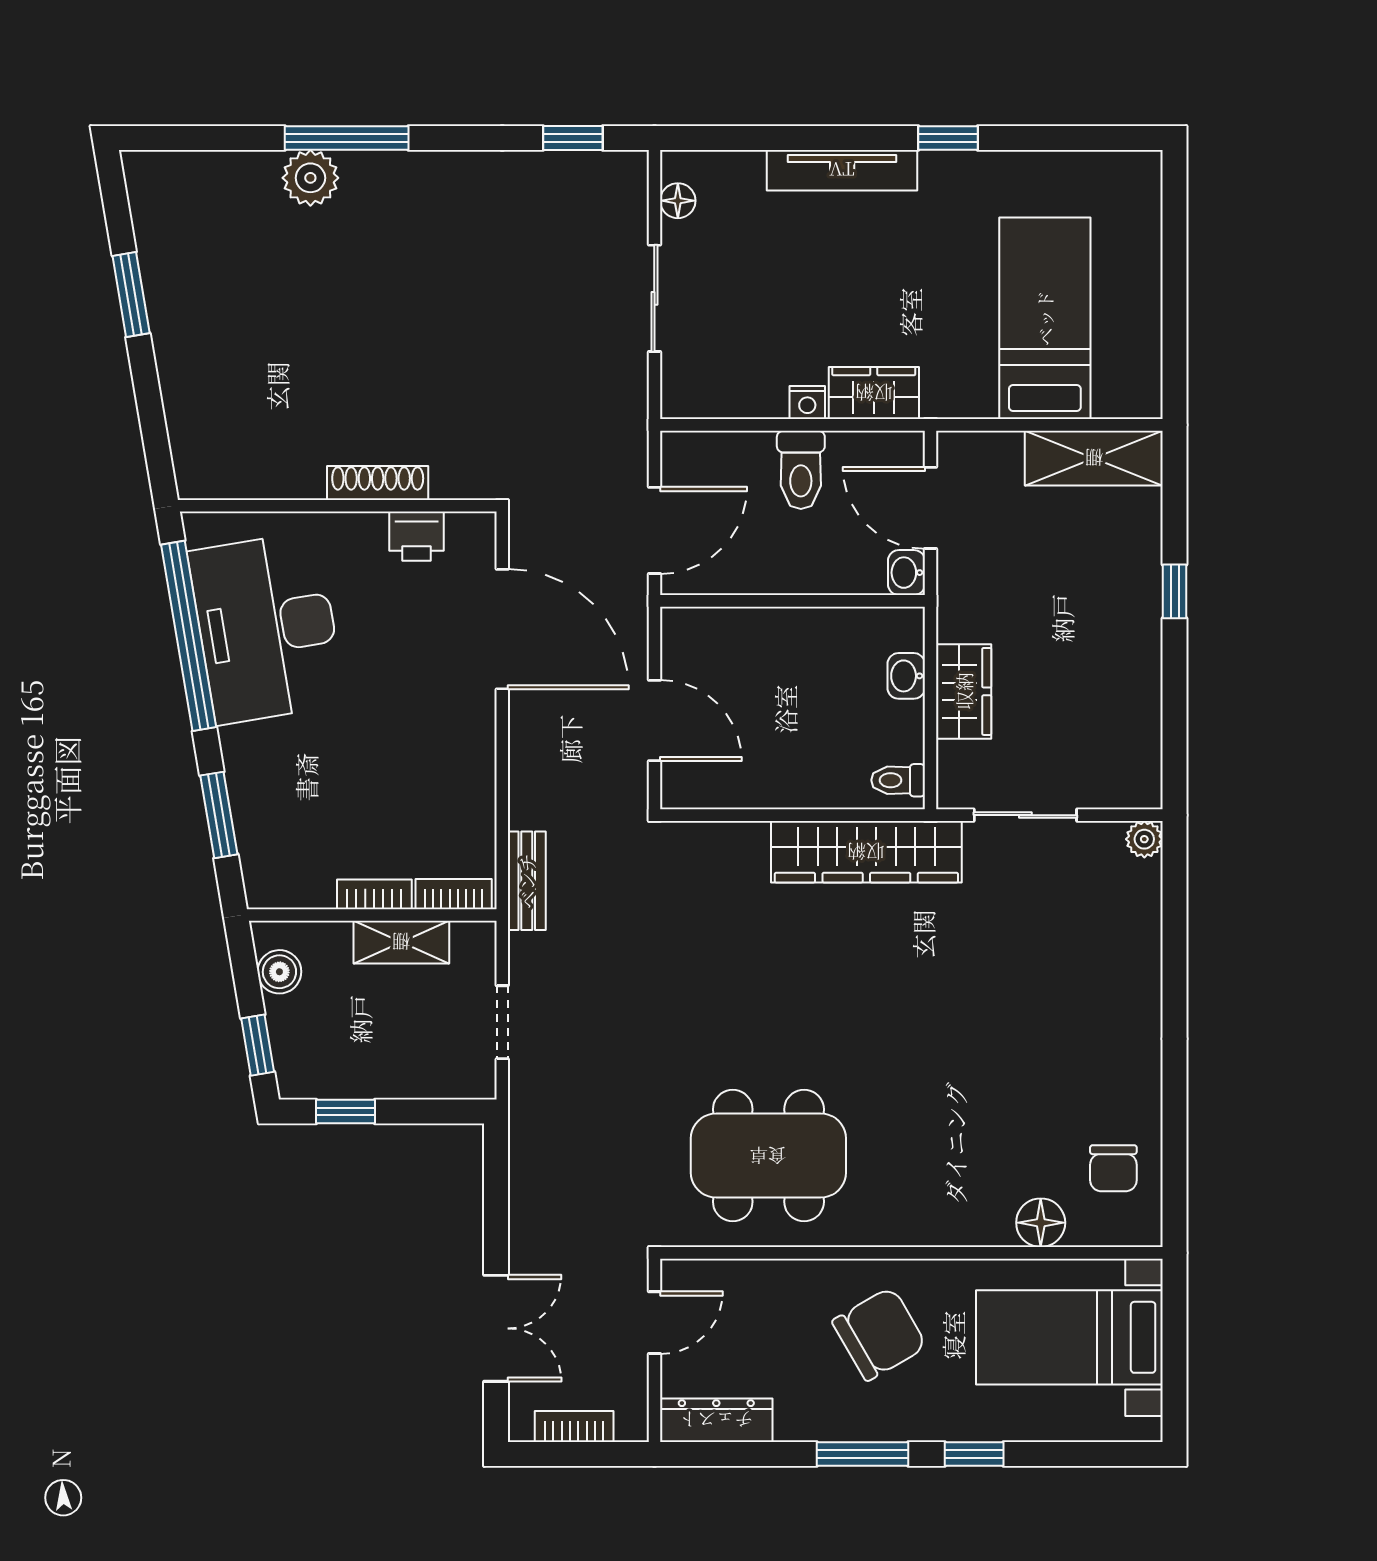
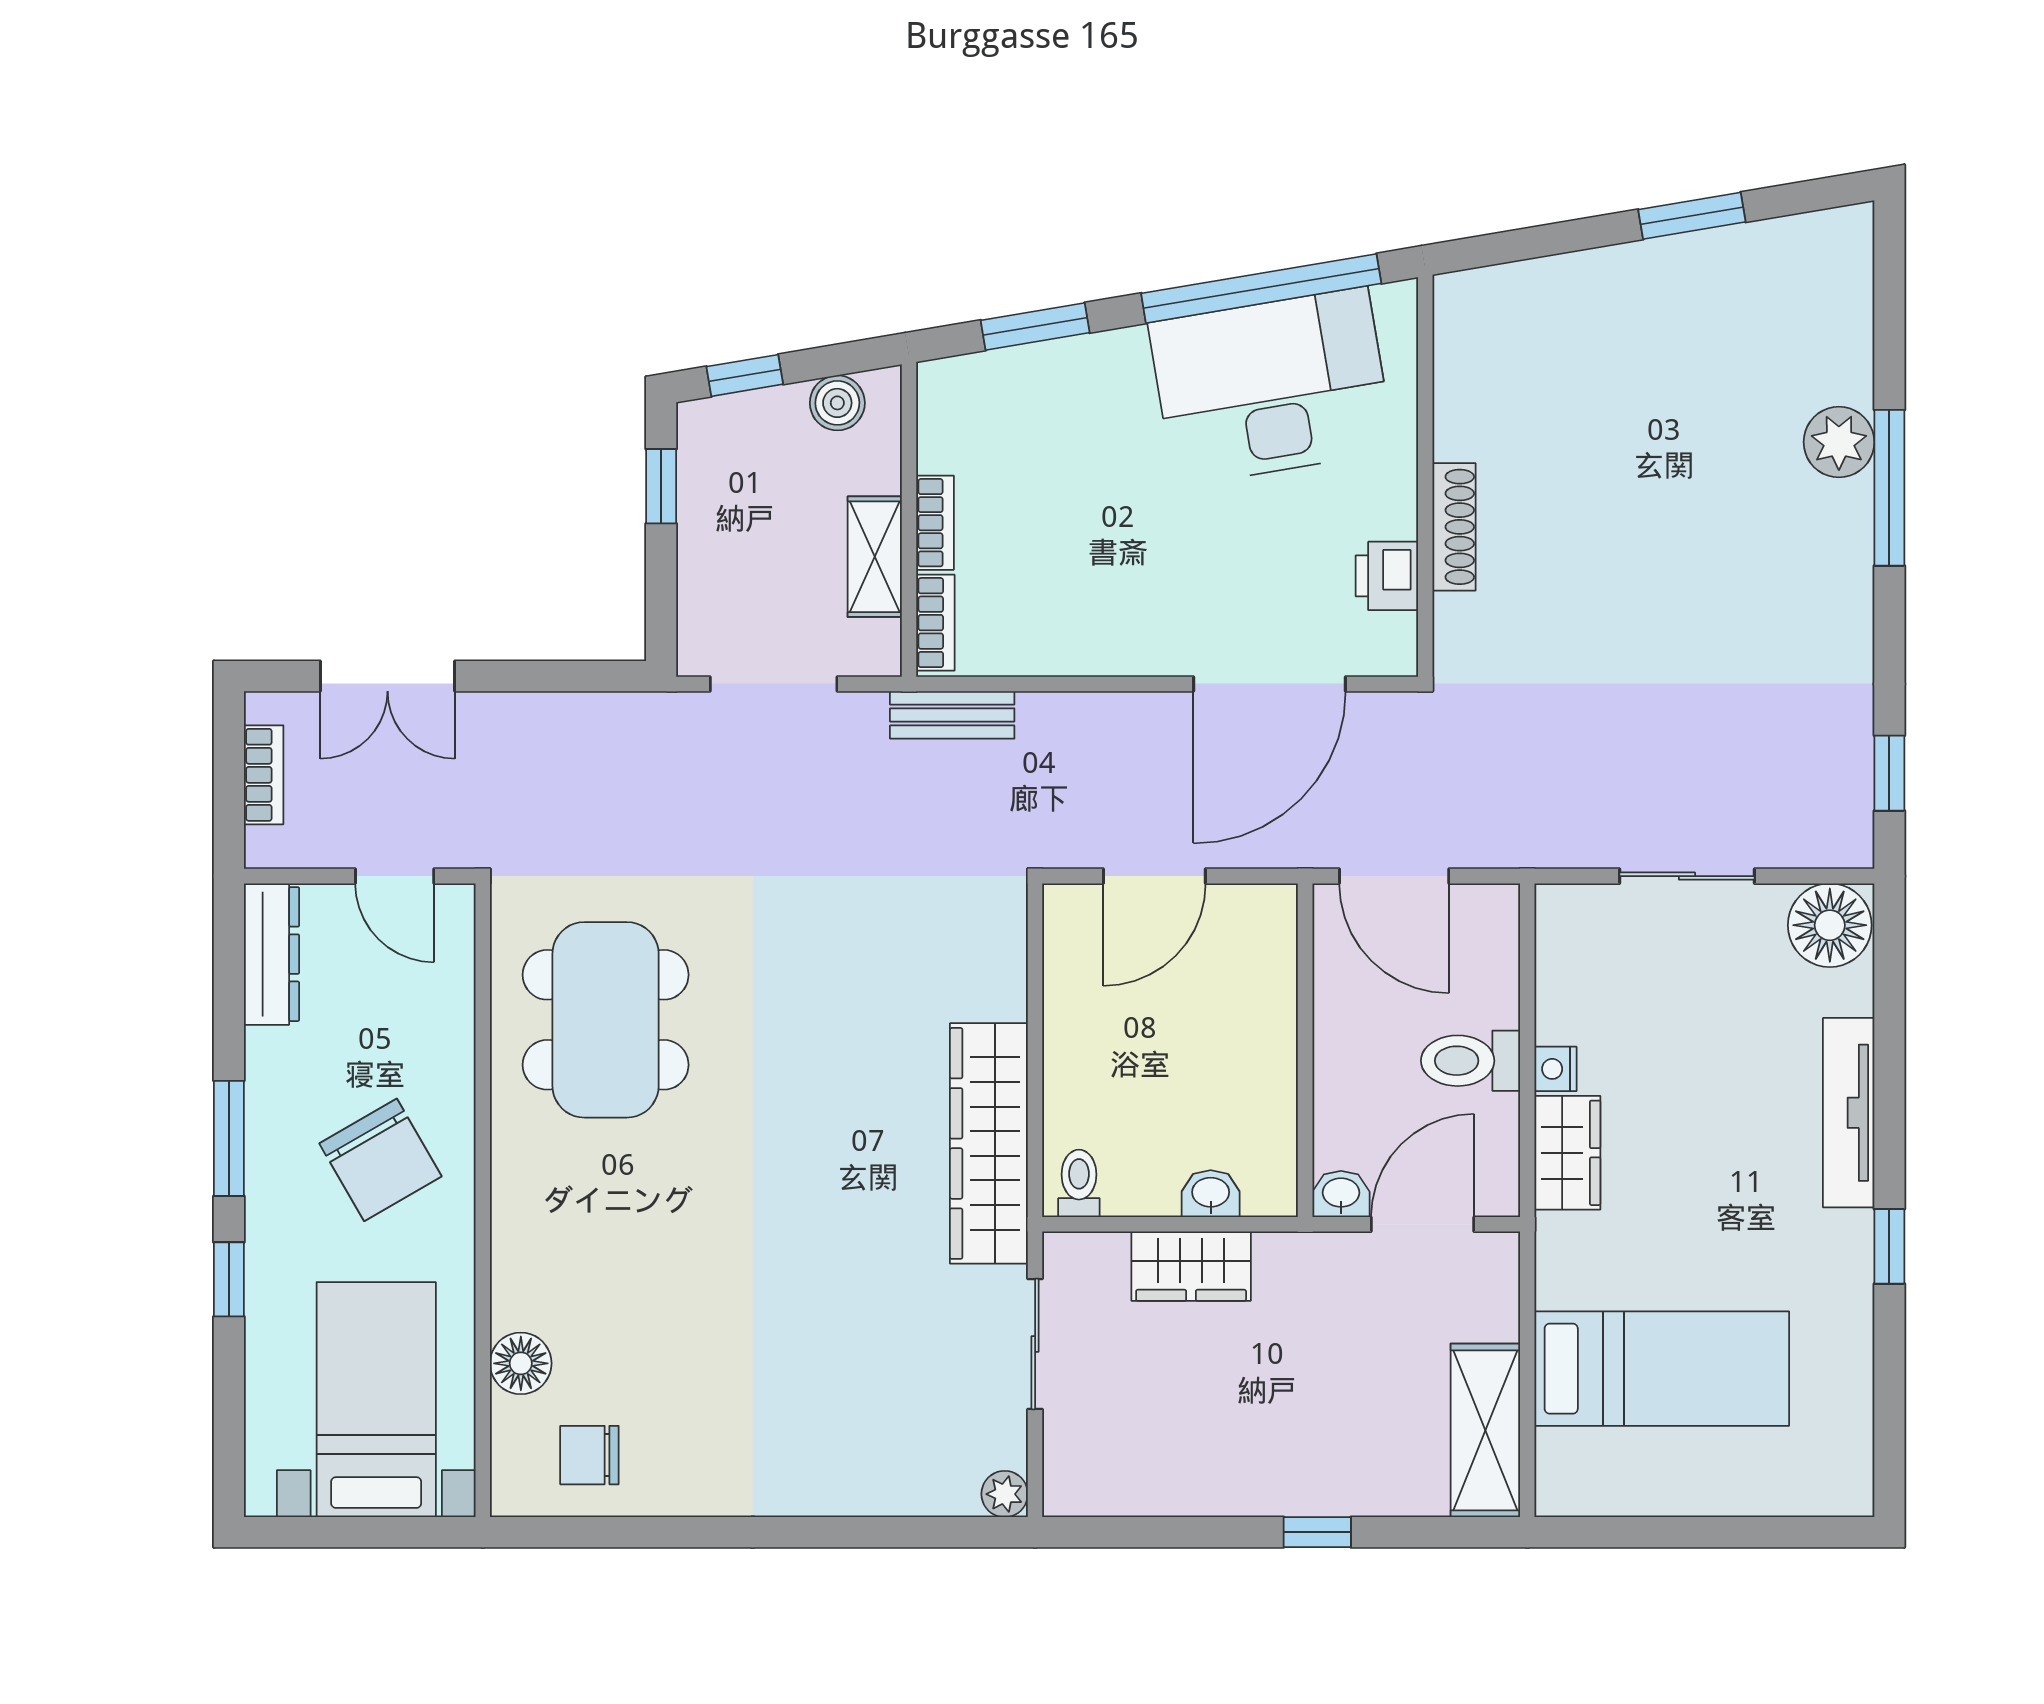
floor lamp: (678, 201) -> (1830, 925), width x1.89, depth x1.89
doorway: (502, 1022) -> (774, 684), width x1.38

